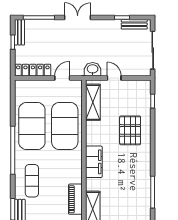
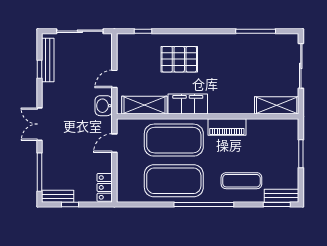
bench: (134, 24) -> (48, 60), width x1.36
locker: (33, 70) -> (105, 187), width x0.66
door: (62, 78) -> (114, 143), hinge flipped
filing cabinet: (94, 162) -> (188, 104), moved
piano: (75, 199) -> (227, 127), moved

